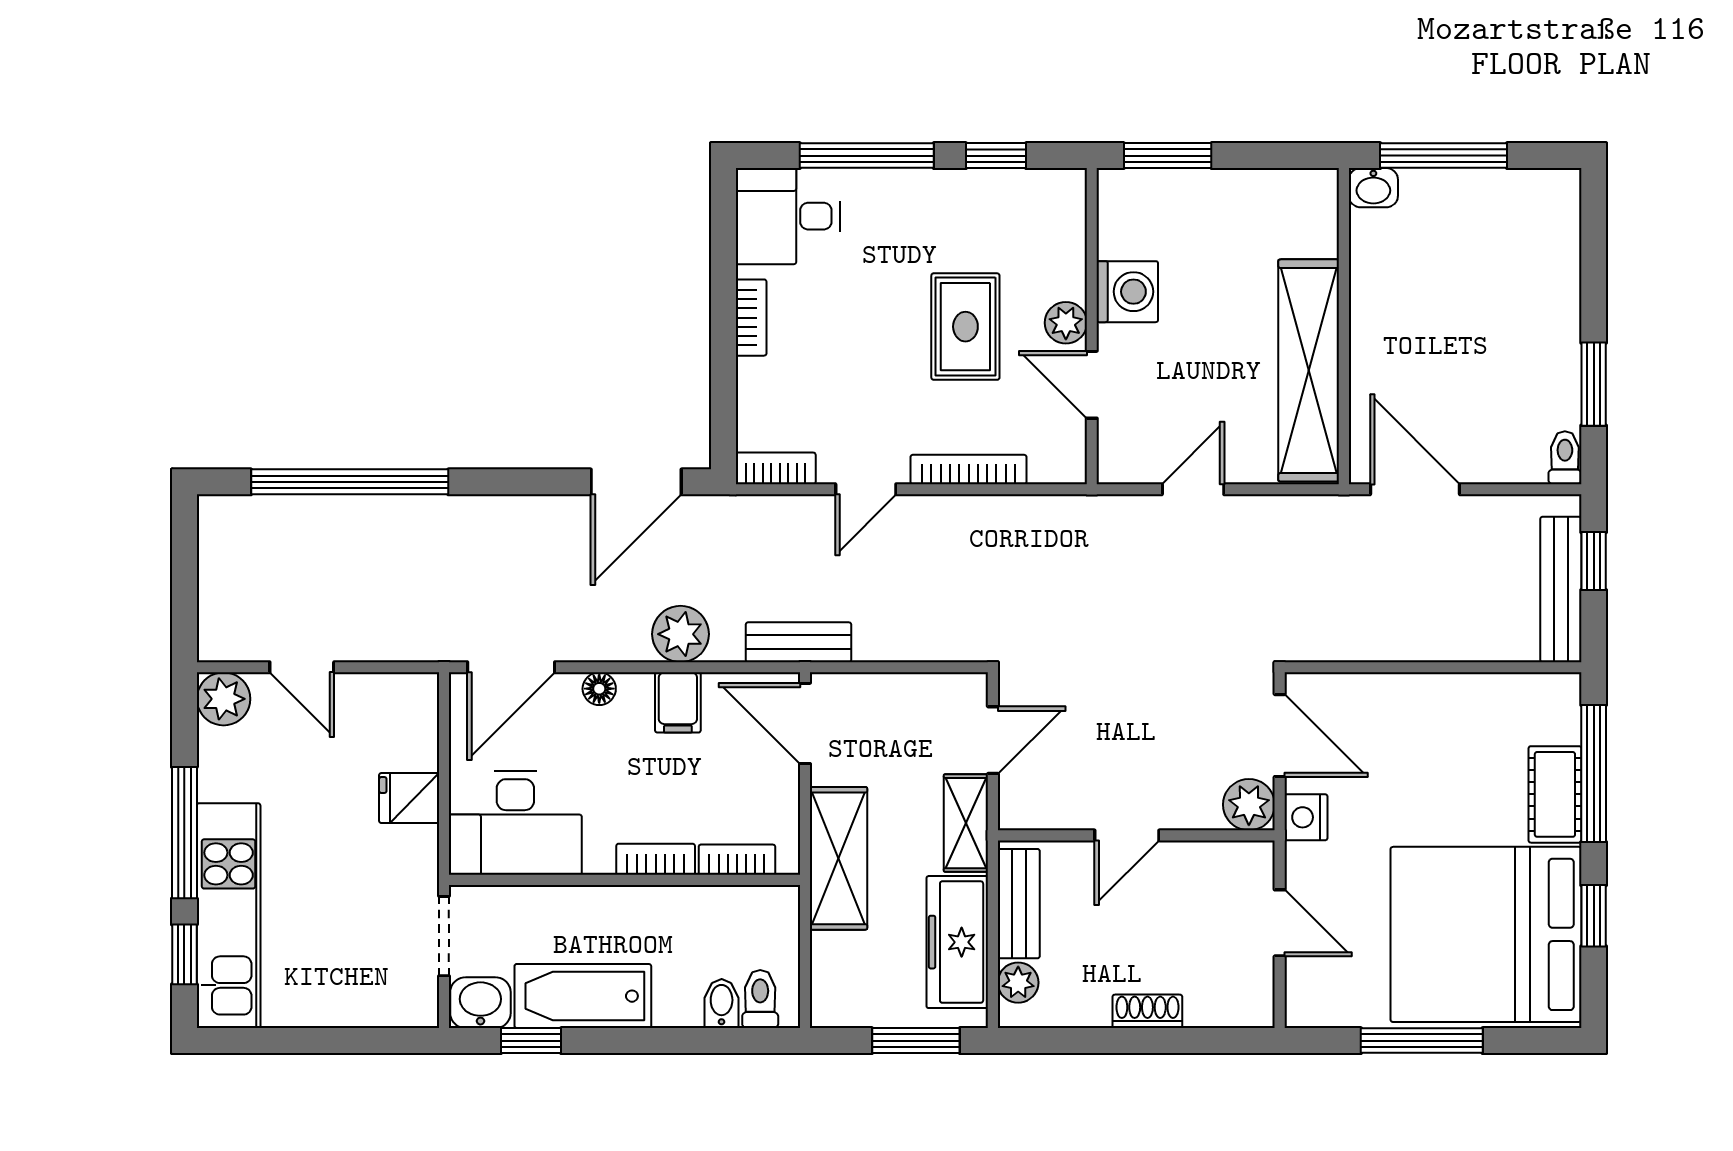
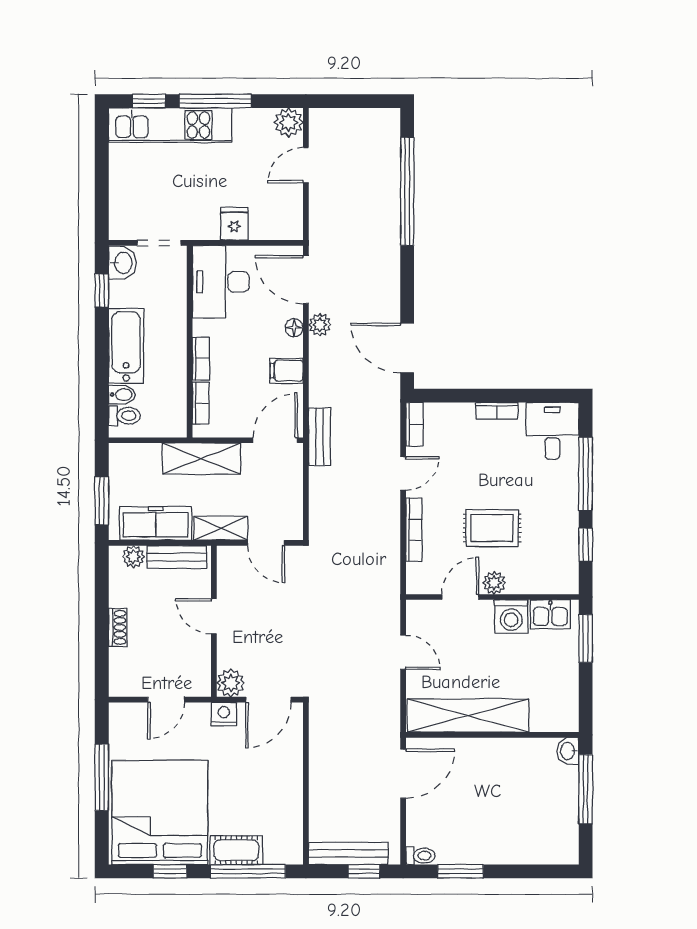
kitchen sink: (1123, 220) -> (550, 614), added
door: (866, 489) -> (403, 473), swing flipped
plant: (681, 634) -> (320, 325), moved, width x0.73, depth x0.73
bathtub: (583, 996) -> (126, 346), moved

